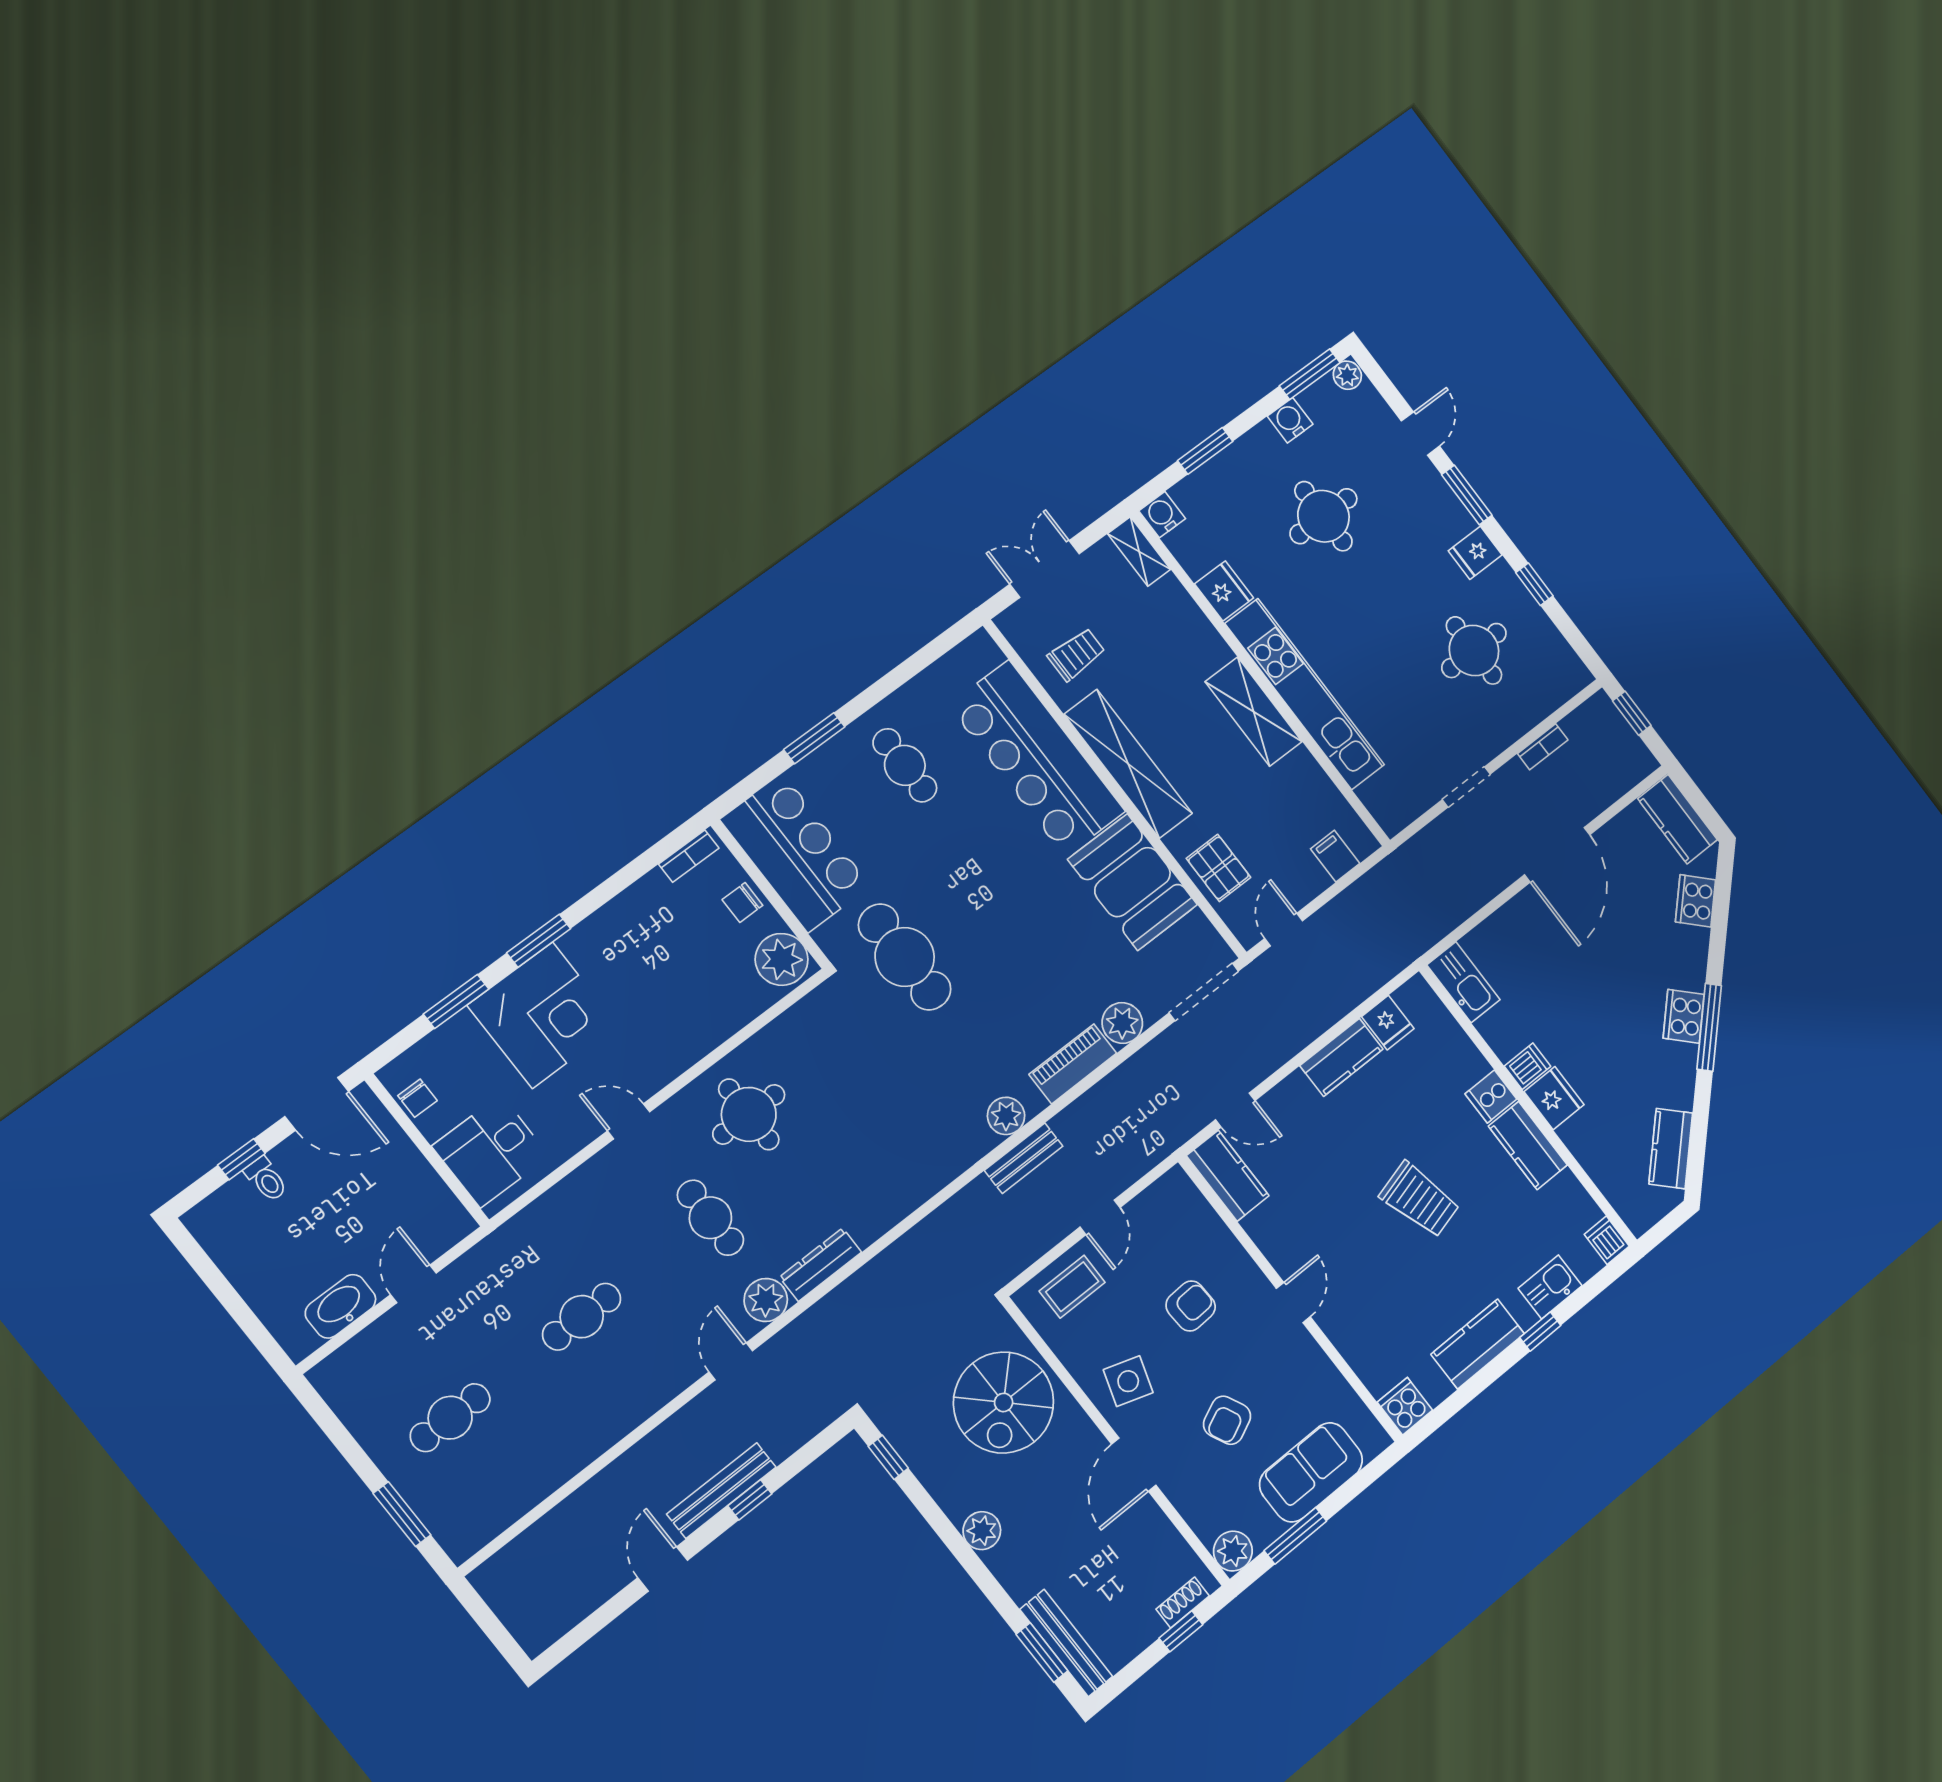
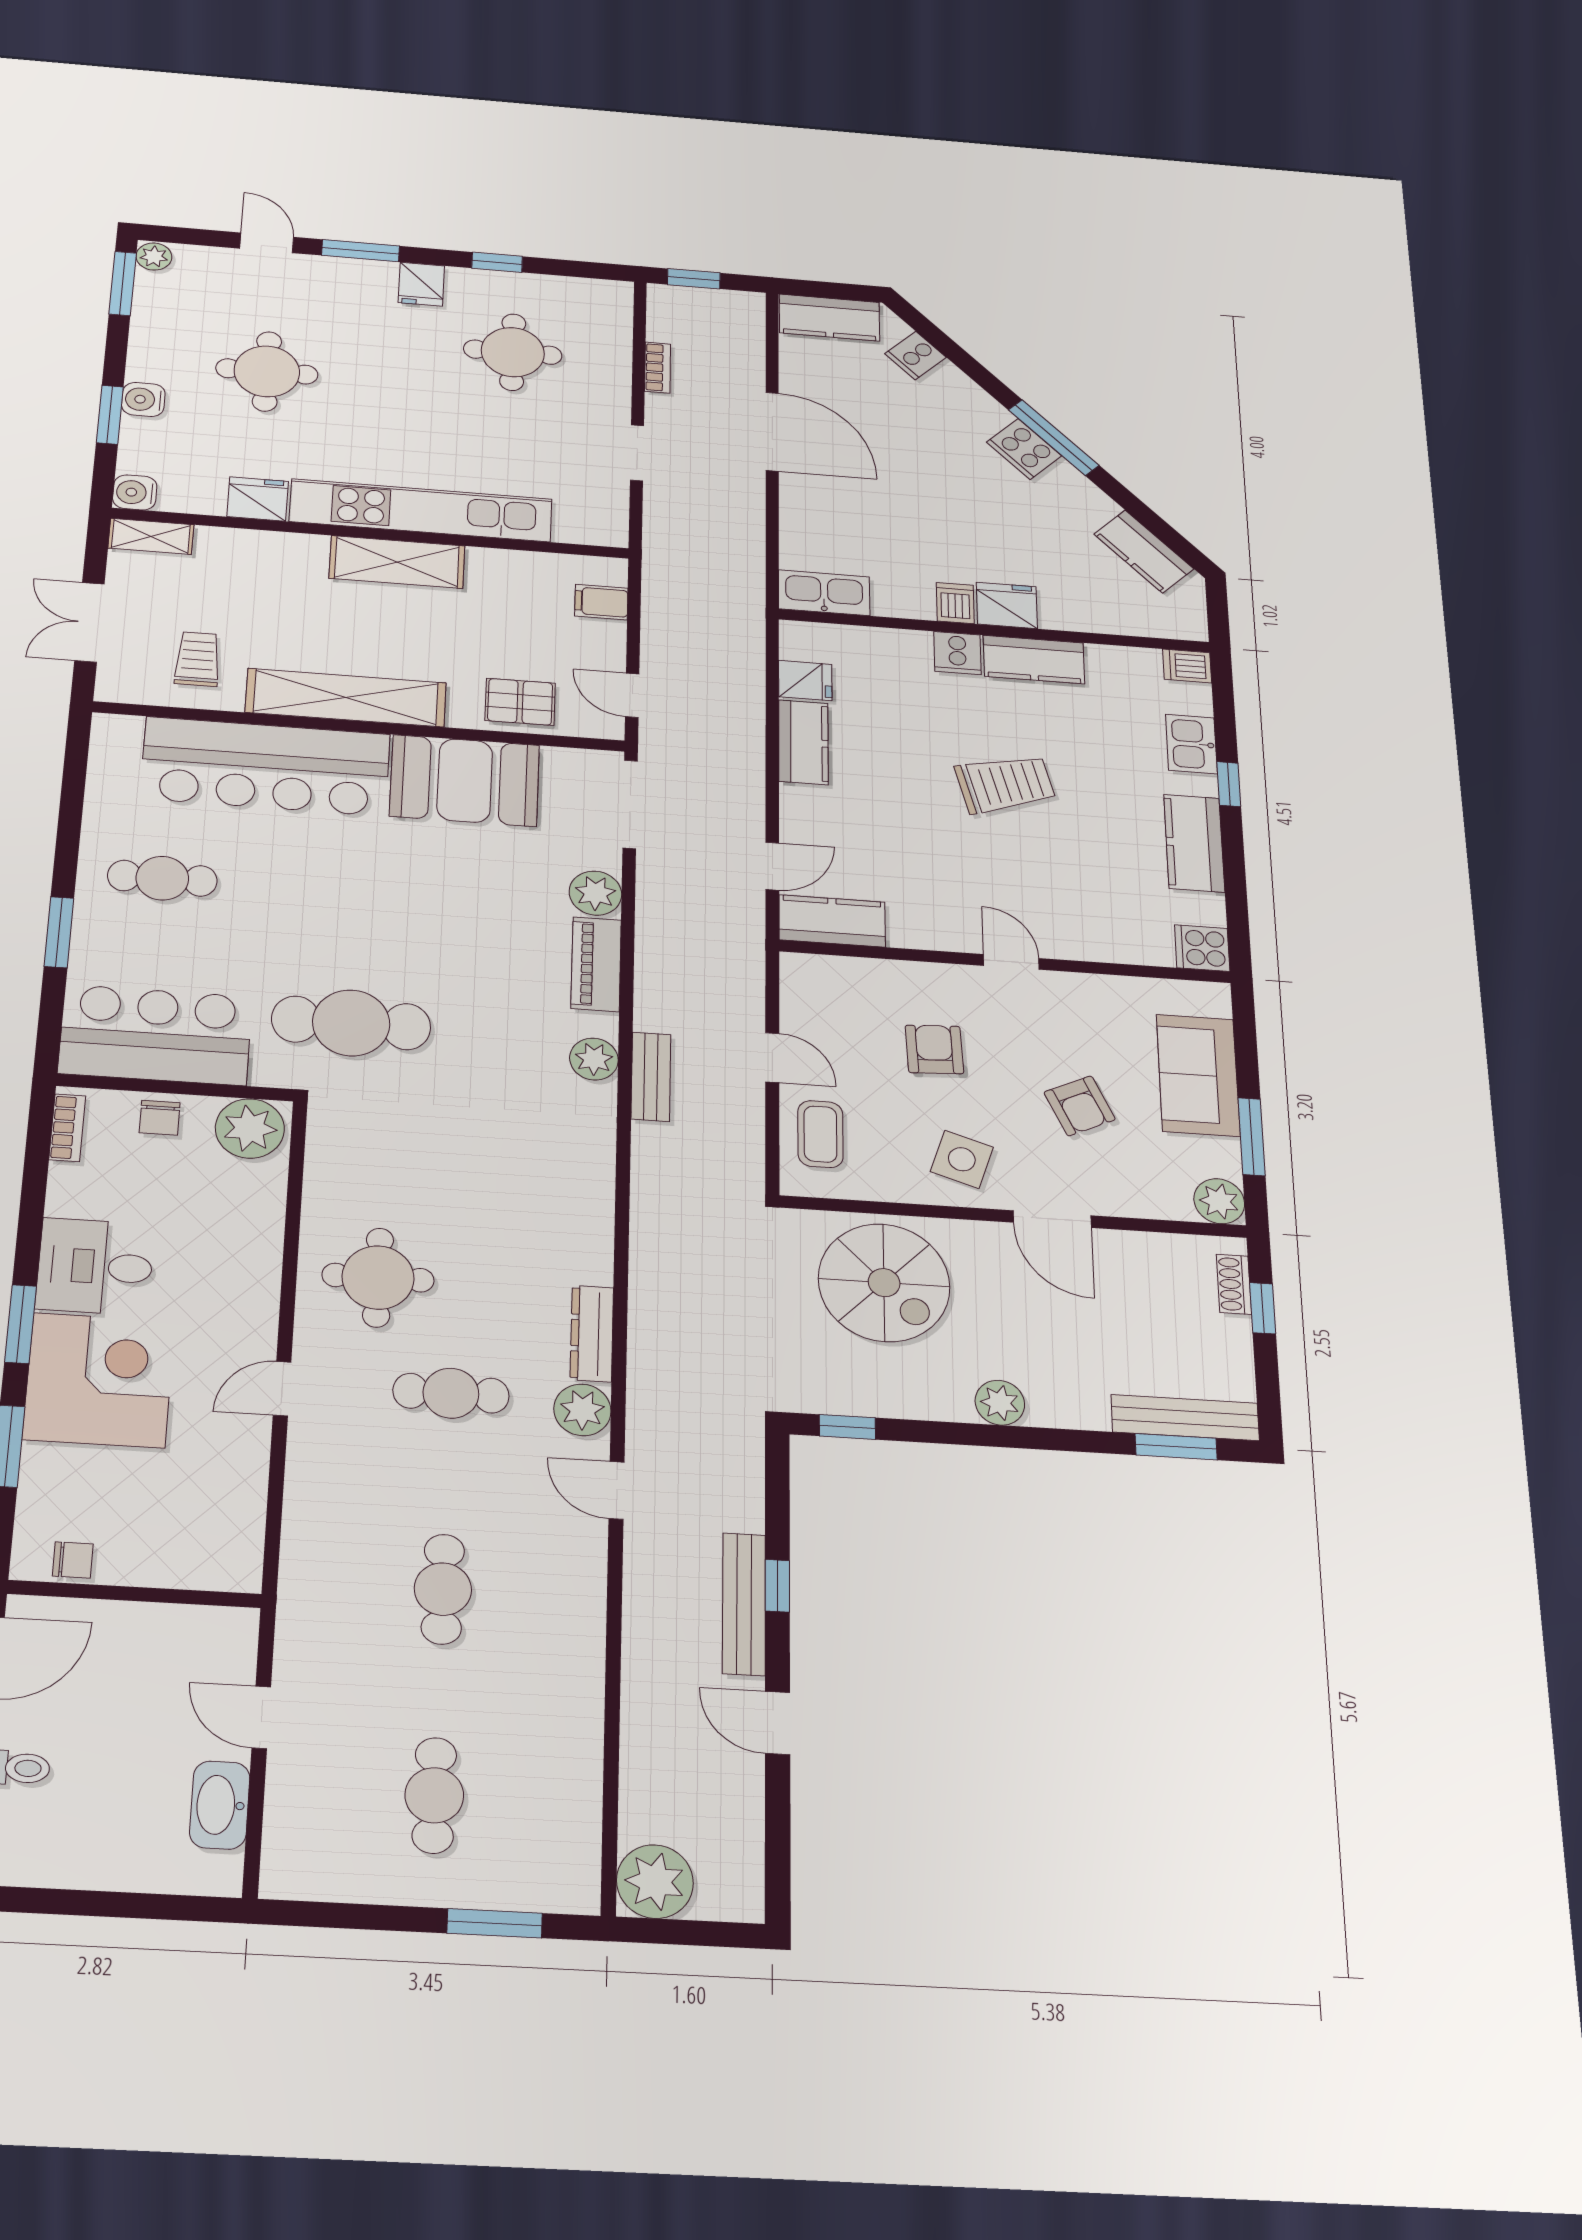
water cooler: (1290, 420) -> (143, 399), moved
cooker: (1696, 901) -> (916, 355), width x0.73
desk: (491, 1151) -> (95, 1267), moved, turned 90
plant: (504, 1580) -> (655, 1882), added

